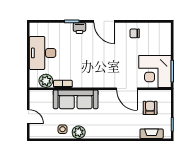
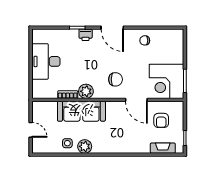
chair: (107, 70) -> (116, 79), added
plant: (46, 81) -> (86, 91), moved
armchair: (150, 108) -> (161, 120), turned 180

